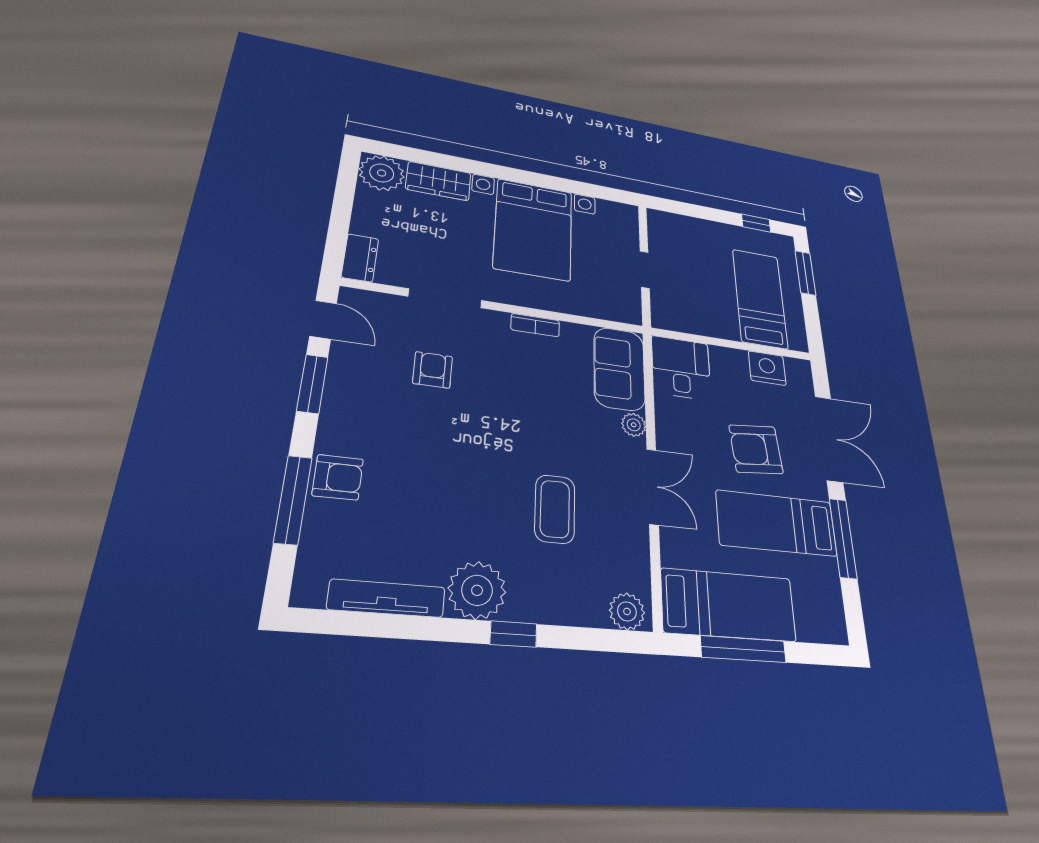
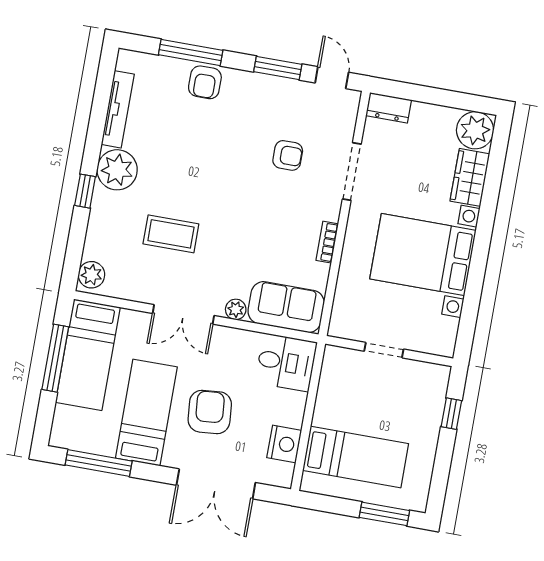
window: (756, 223) -> (451, 414), moved
door: (323, 320) -> (332, 78), swing flipped
window: (843, 538) -> (99, 463), moved

